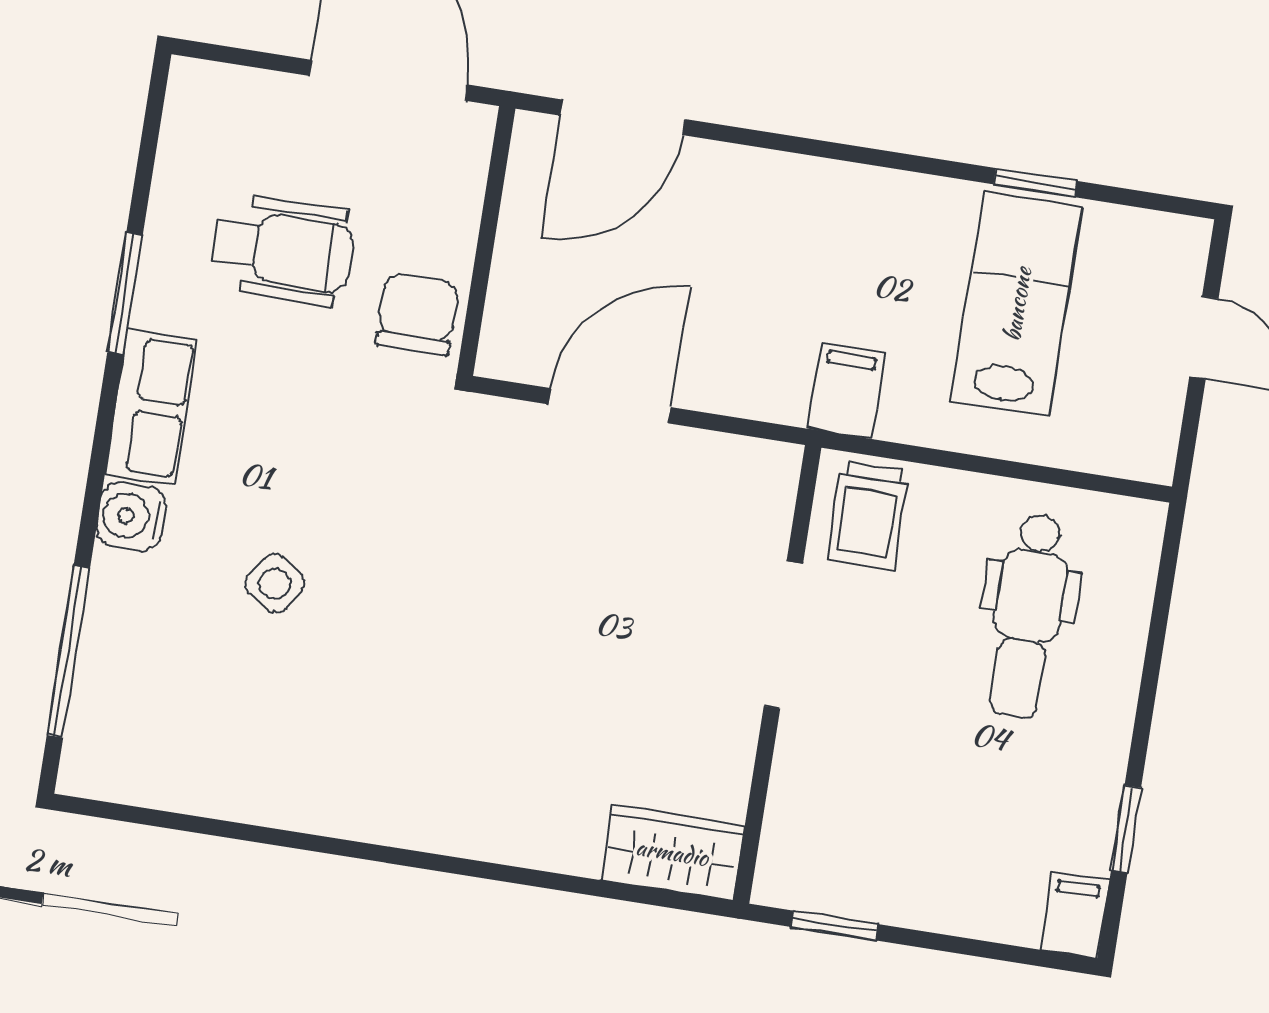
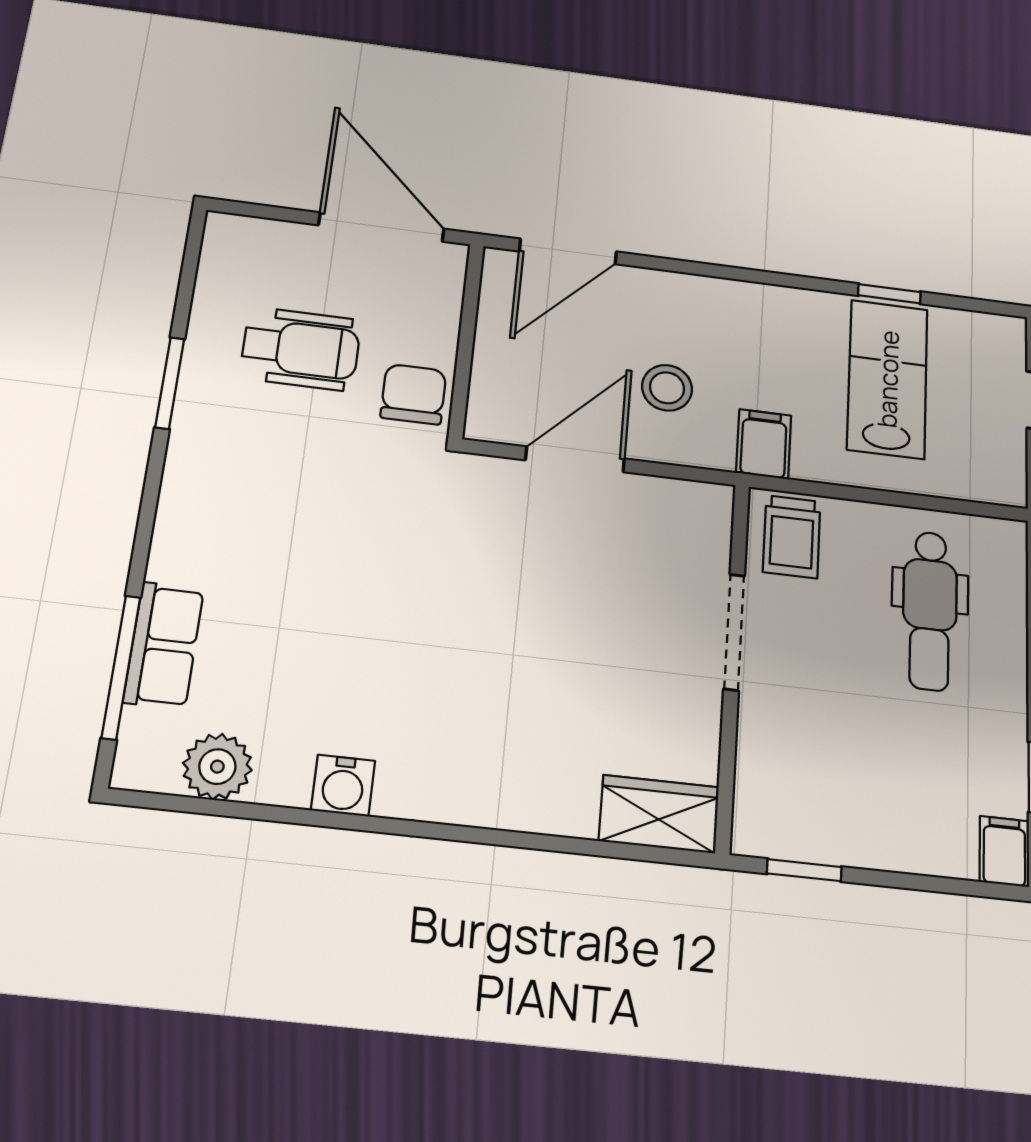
stool: (732, 311) -> (667, 388), added
row of seats: (151, 407) -> (164, 645), moved
water cooler: (131, 516) -> (343, 785), moved, turned -90
side table: (275, 584) -> (302, 605), removed
plant: (175, 774) -> (217, 767), added

